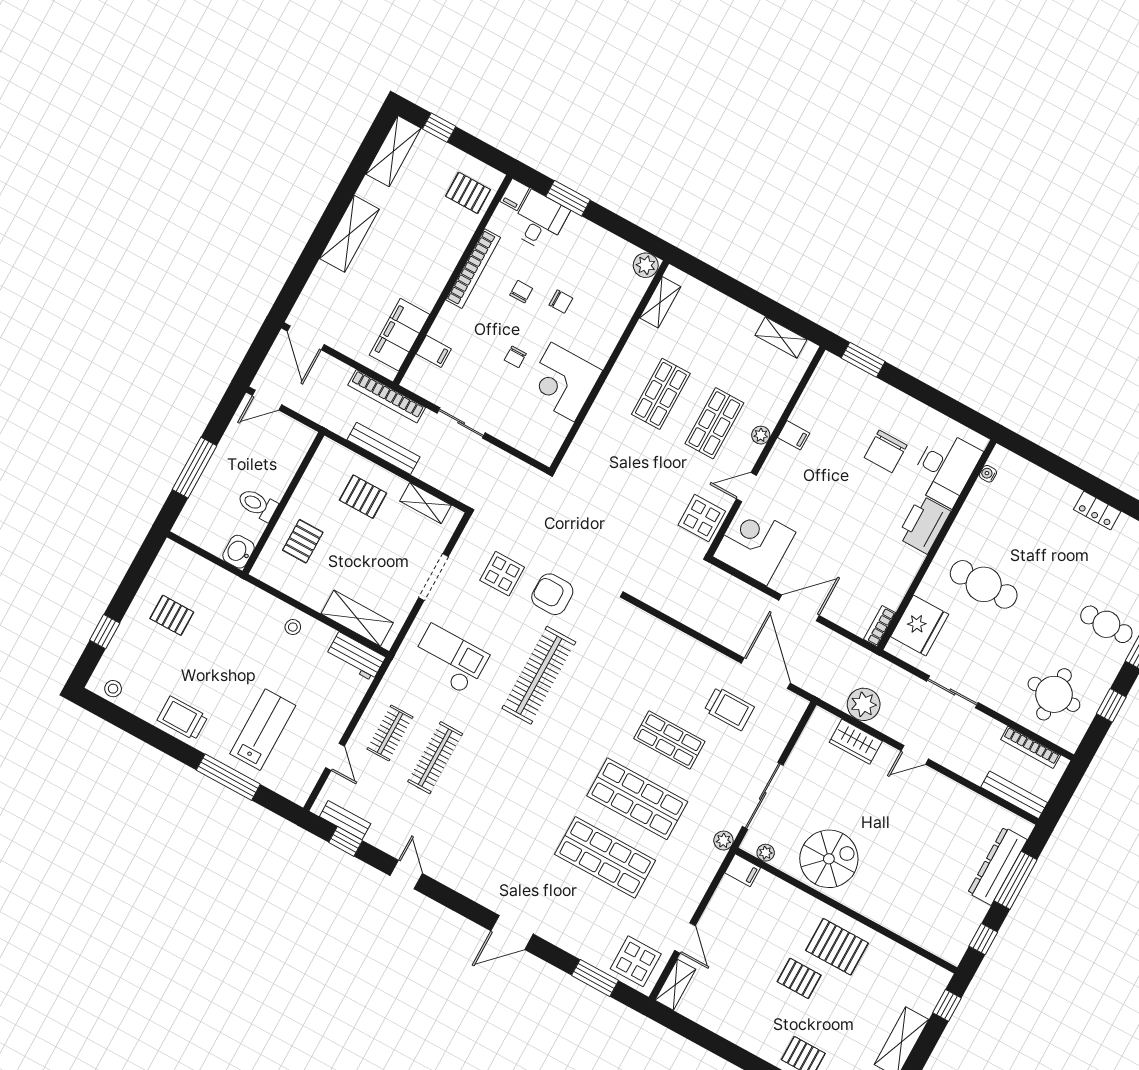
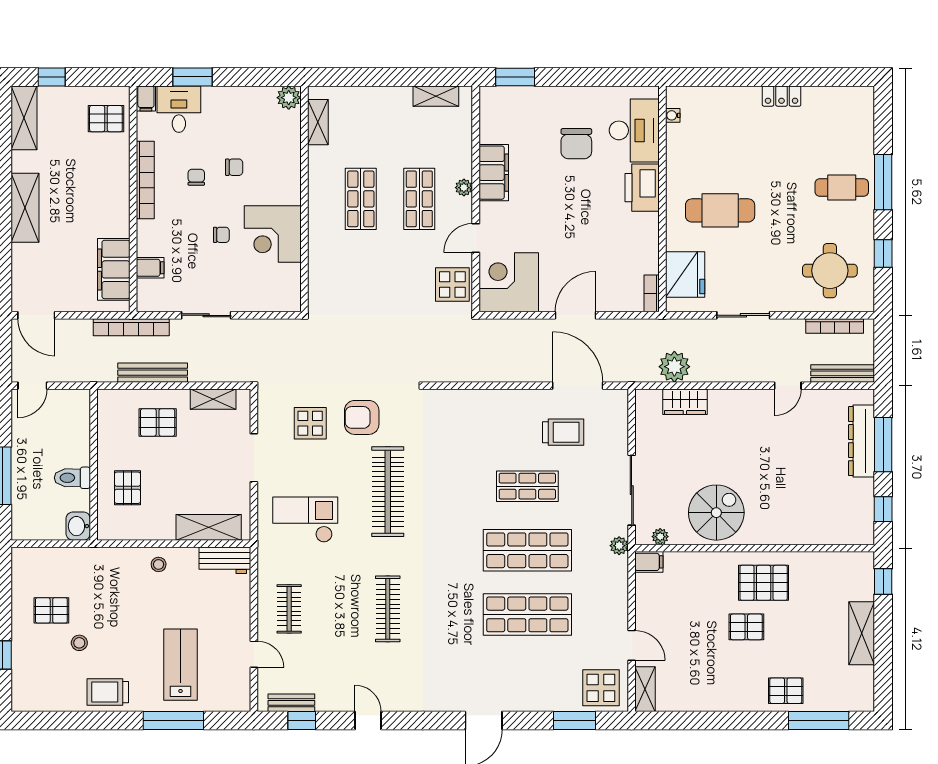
chair: (515, 357) -> (221, 235), turned -90
filing cabinet: (794, 435) -> (494, 173), width x3.00, depth x1.17
stool: (113, 689) -> (79, 643), moved
door: (915, 755) -> (788, 386), moved
clothes rail: (435, 758) -> (388, 609), moved

